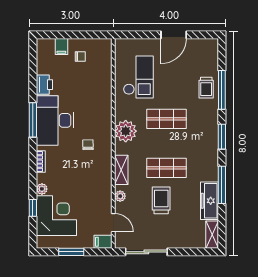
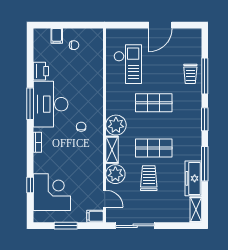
plant: (126, 131) -> (116, 125), moved
plant: (42, 189) -> (39, 167), removed
plant: (120, 196) -> (115, 174), width x1.88, depth x1.88

